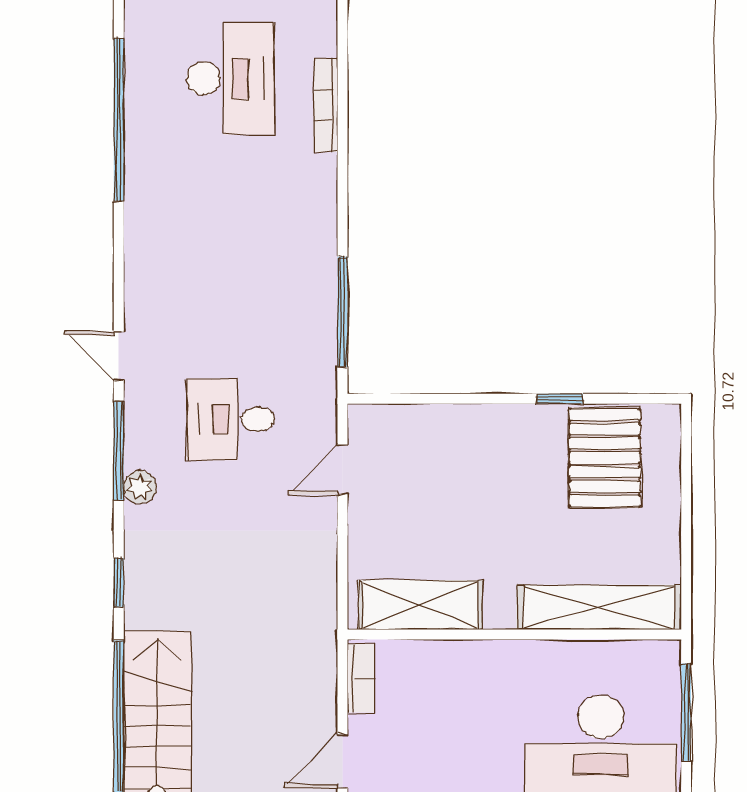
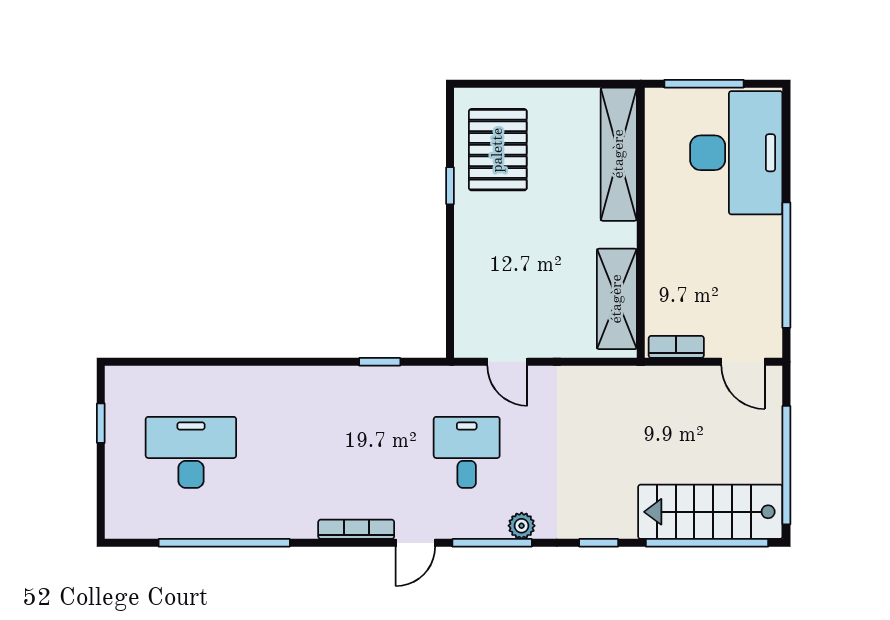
bookcase: (326, 105) -> (356, 529), moved, turned 180
window: (342, 312) -> (380, 362), width x0.46
desk: (231, 419) -> (467, 452), turned 180
pallet: (605, 458) -> (498, 150), turned 90

